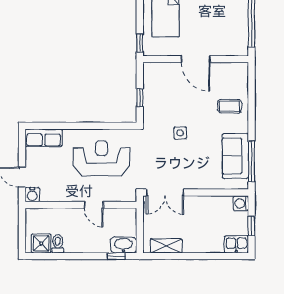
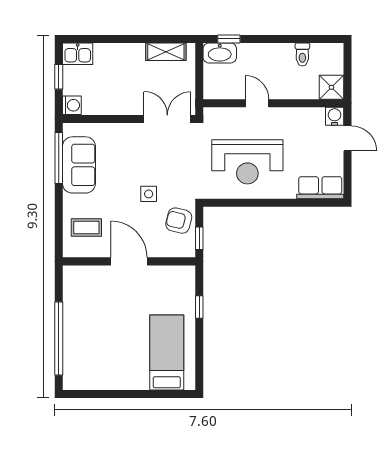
door: (196, 59) -> (129, 261), moved
wall: (196, 59) -> (129, 261), moved
armchair: (156, 112) -> (179, 221), added
shower: (41, 243) -> (331, 87), moved

